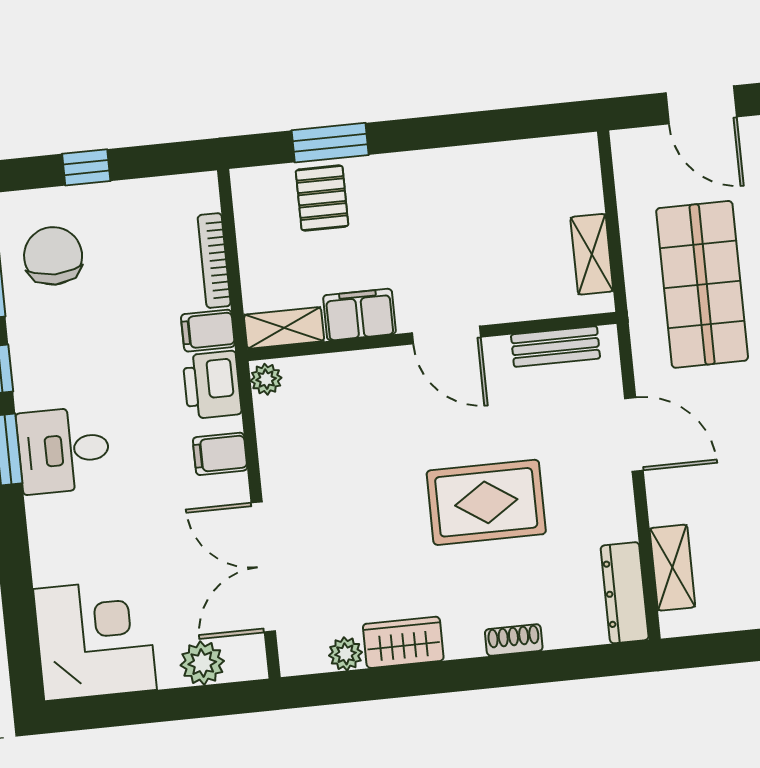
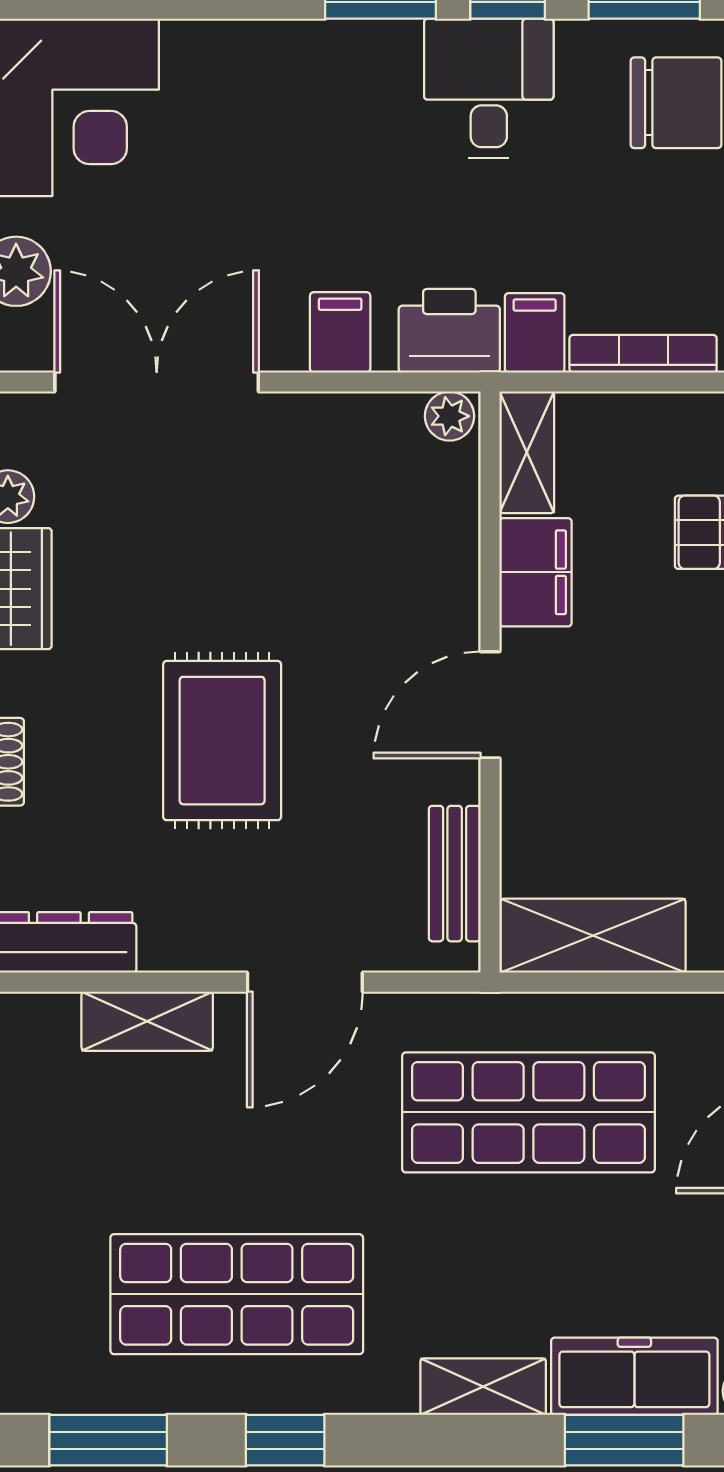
shelving: (592, 254) -> (593, 936), width x1.50, depth x1.33
desk: (64, 450) -> (489, 89), moved
shelving: (672, 568) -> (147, 1021), moved

